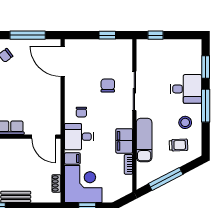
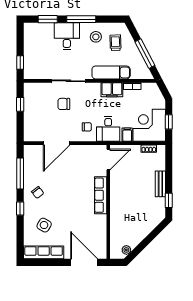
door: (63, 61) -> (57, 143), moved

